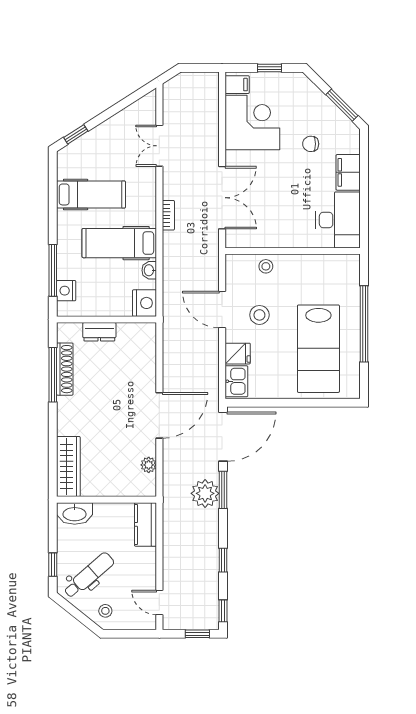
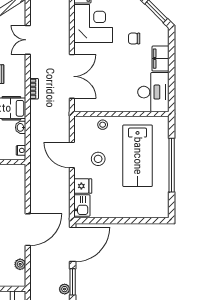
nightstand: (145, 303) -> (21, 150), width x0.53, depth x0.56
lab bench: (318, 349) -> (138, 156), moved
plant: (205, 493) -> (65, 289), width x0.53, depth x0.53

